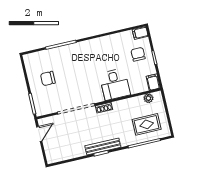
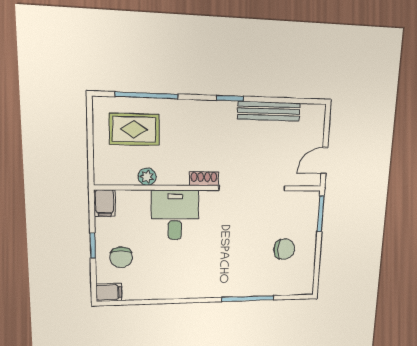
plant: (148, 98) -> (147, 177), moved
bench: (103, 147) -> (269, 111), moved

